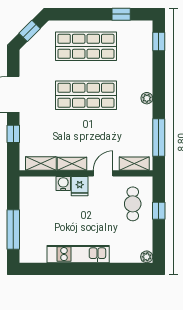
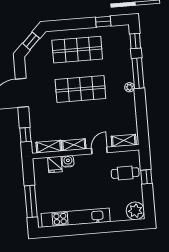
window: (13, 134) -> (25, 135), moved
window: (159, 138) -> (138, 73), moved
fridge: (80, 186) -> (55, 165), moved
cafe table: (133, 204) -> (125, 173), turned 90
kitchen unit: (78, 254) -> (76, 218), width x1.36
plant: (147, 257) -> (135, 211), width x1.88, depth x1.88

